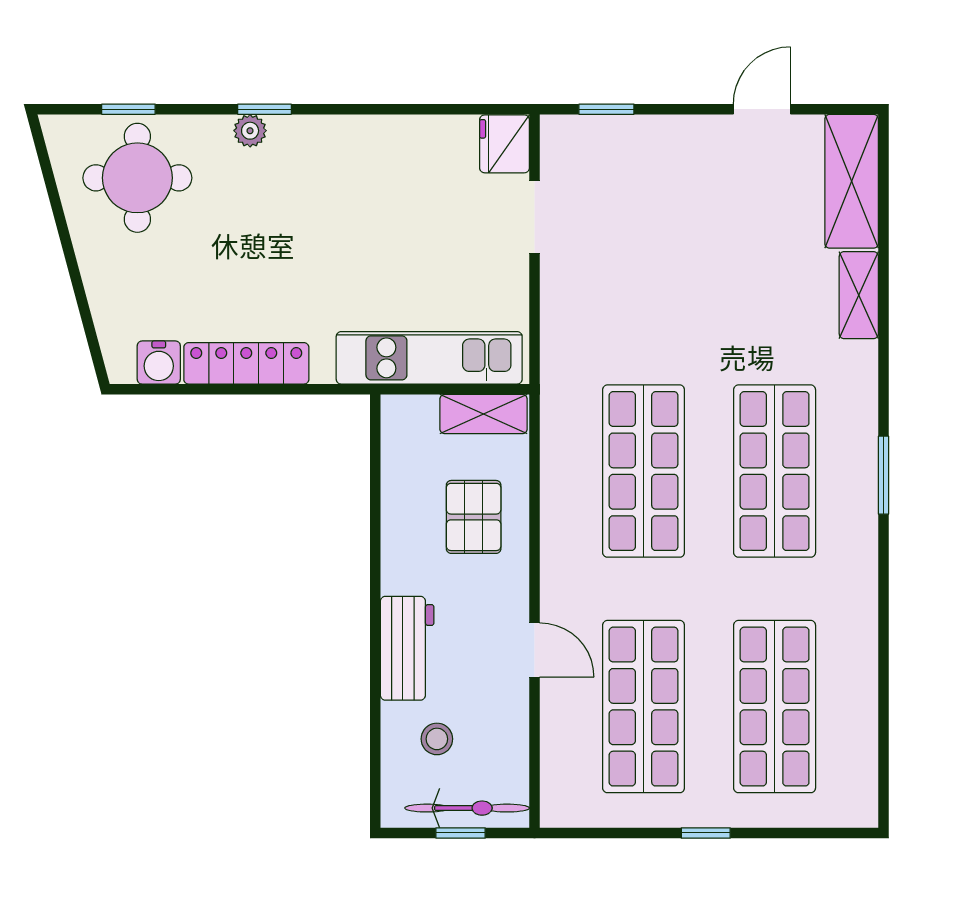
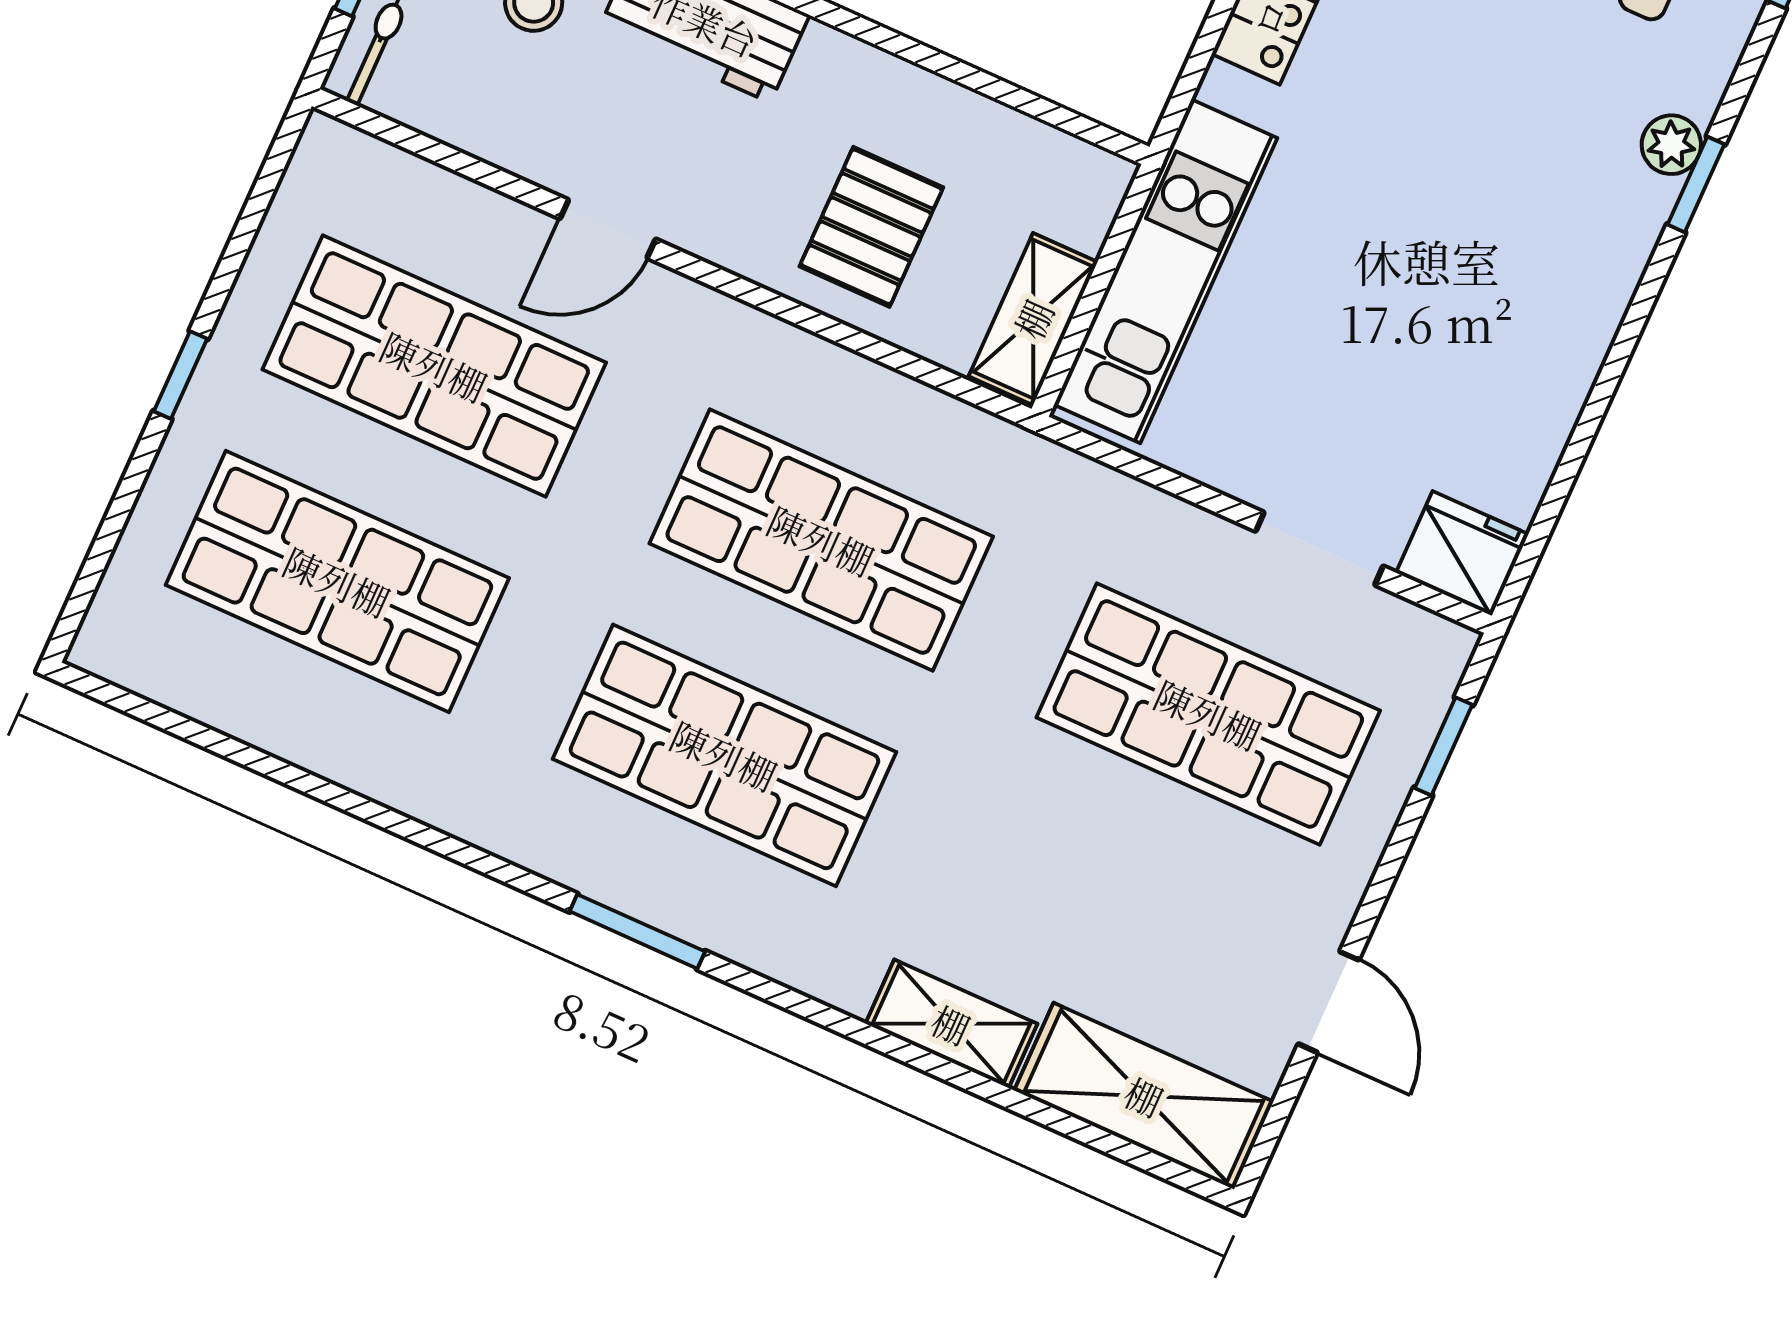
shop shelf: (644, 236) -> (1208, 714), added
pallet: (474, 517) -> (871, 227), turned 90

